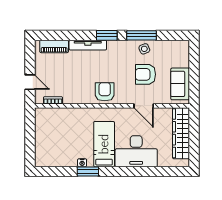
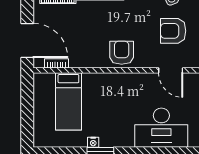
door: (30, 82) -> (27, 40), width x1.87
bed: (104, 144) -> (68, 101), moved, turned 180

